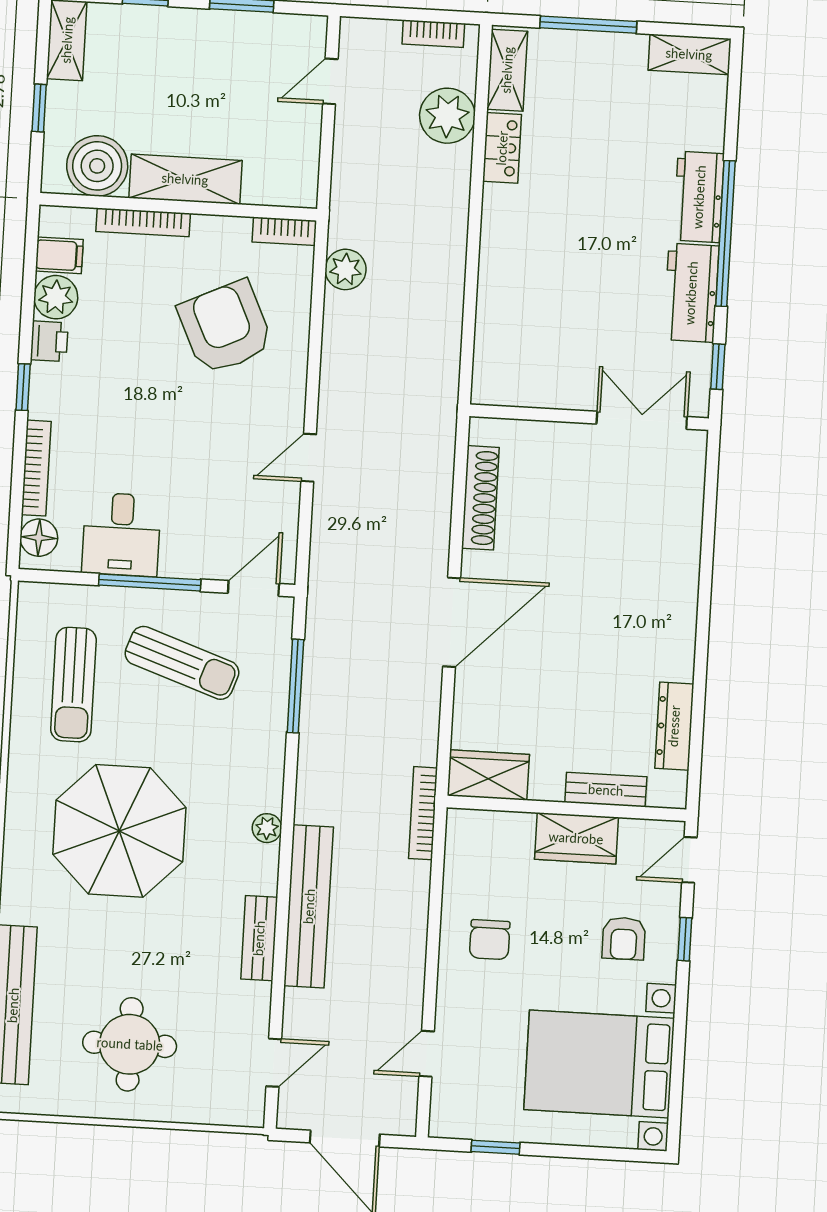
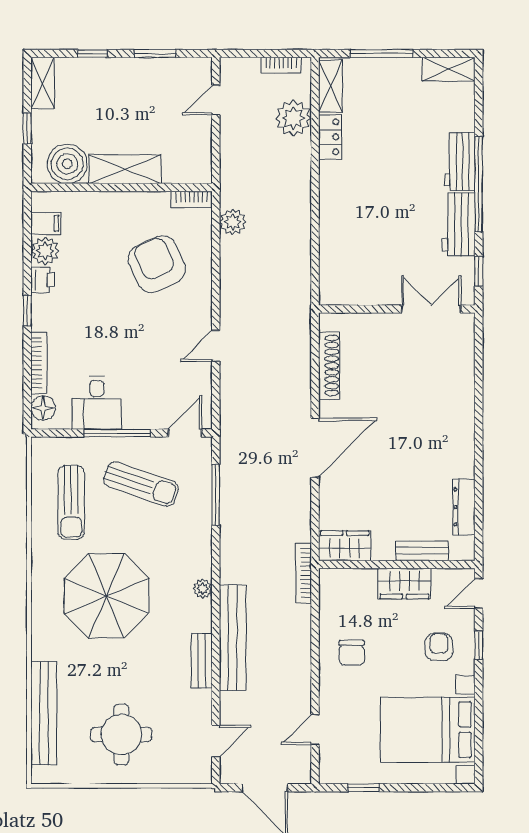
bookcase: (143, 222) -> (99, 199), removed
armchair: (624, 938) -> (439, 647), turned 180

